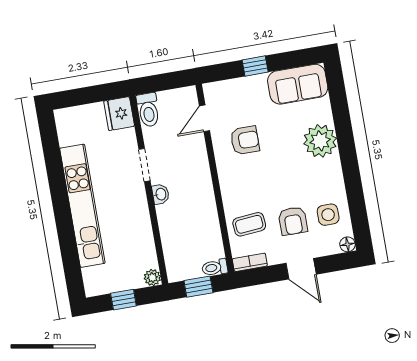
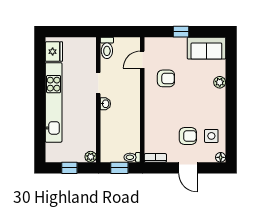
fridge: (119, 114) -> (54, 52), moved, turned 180
plant: (320, 141) -> (220, 82), width x0.53, depth x0.53
armchair: (293, 221) -> (188, 136), turned -90
coffee table: (249, 224) -> (159, 133), removed

